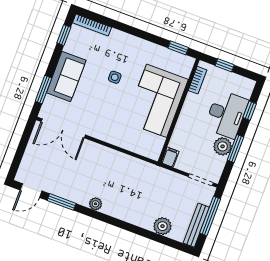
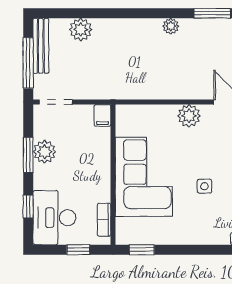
desk: (226, 114) -> (54, 218), moved
plant: (107, 133) -> (189, 116), added

